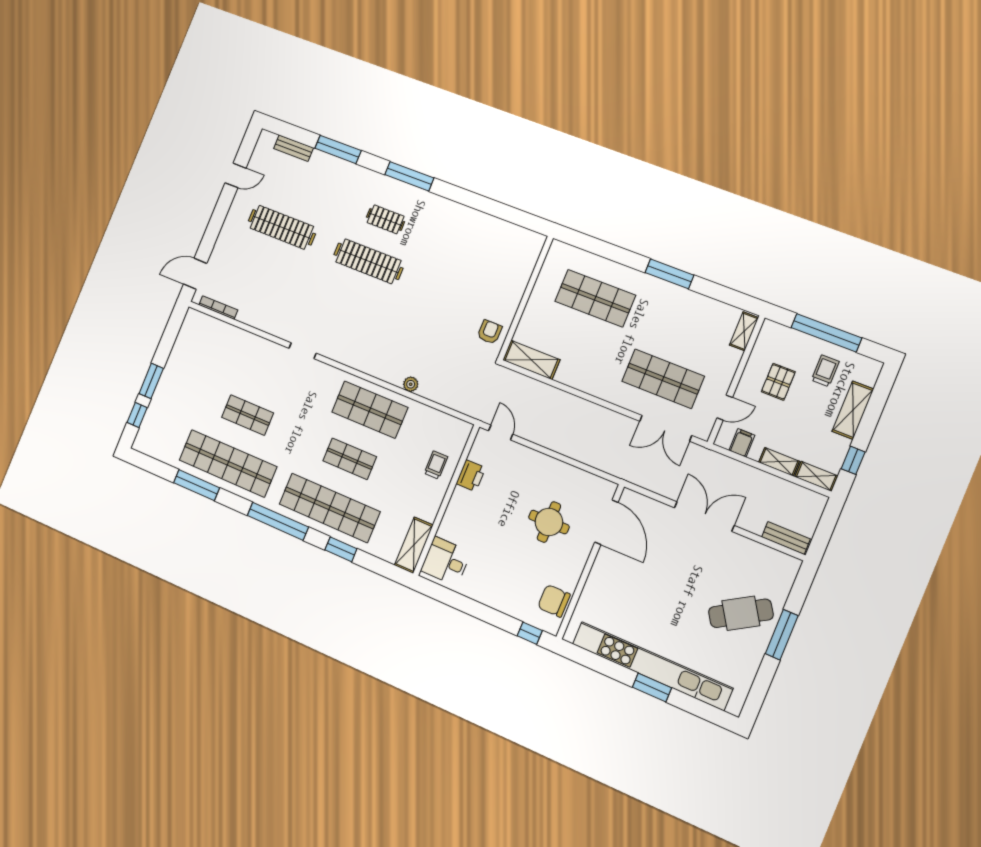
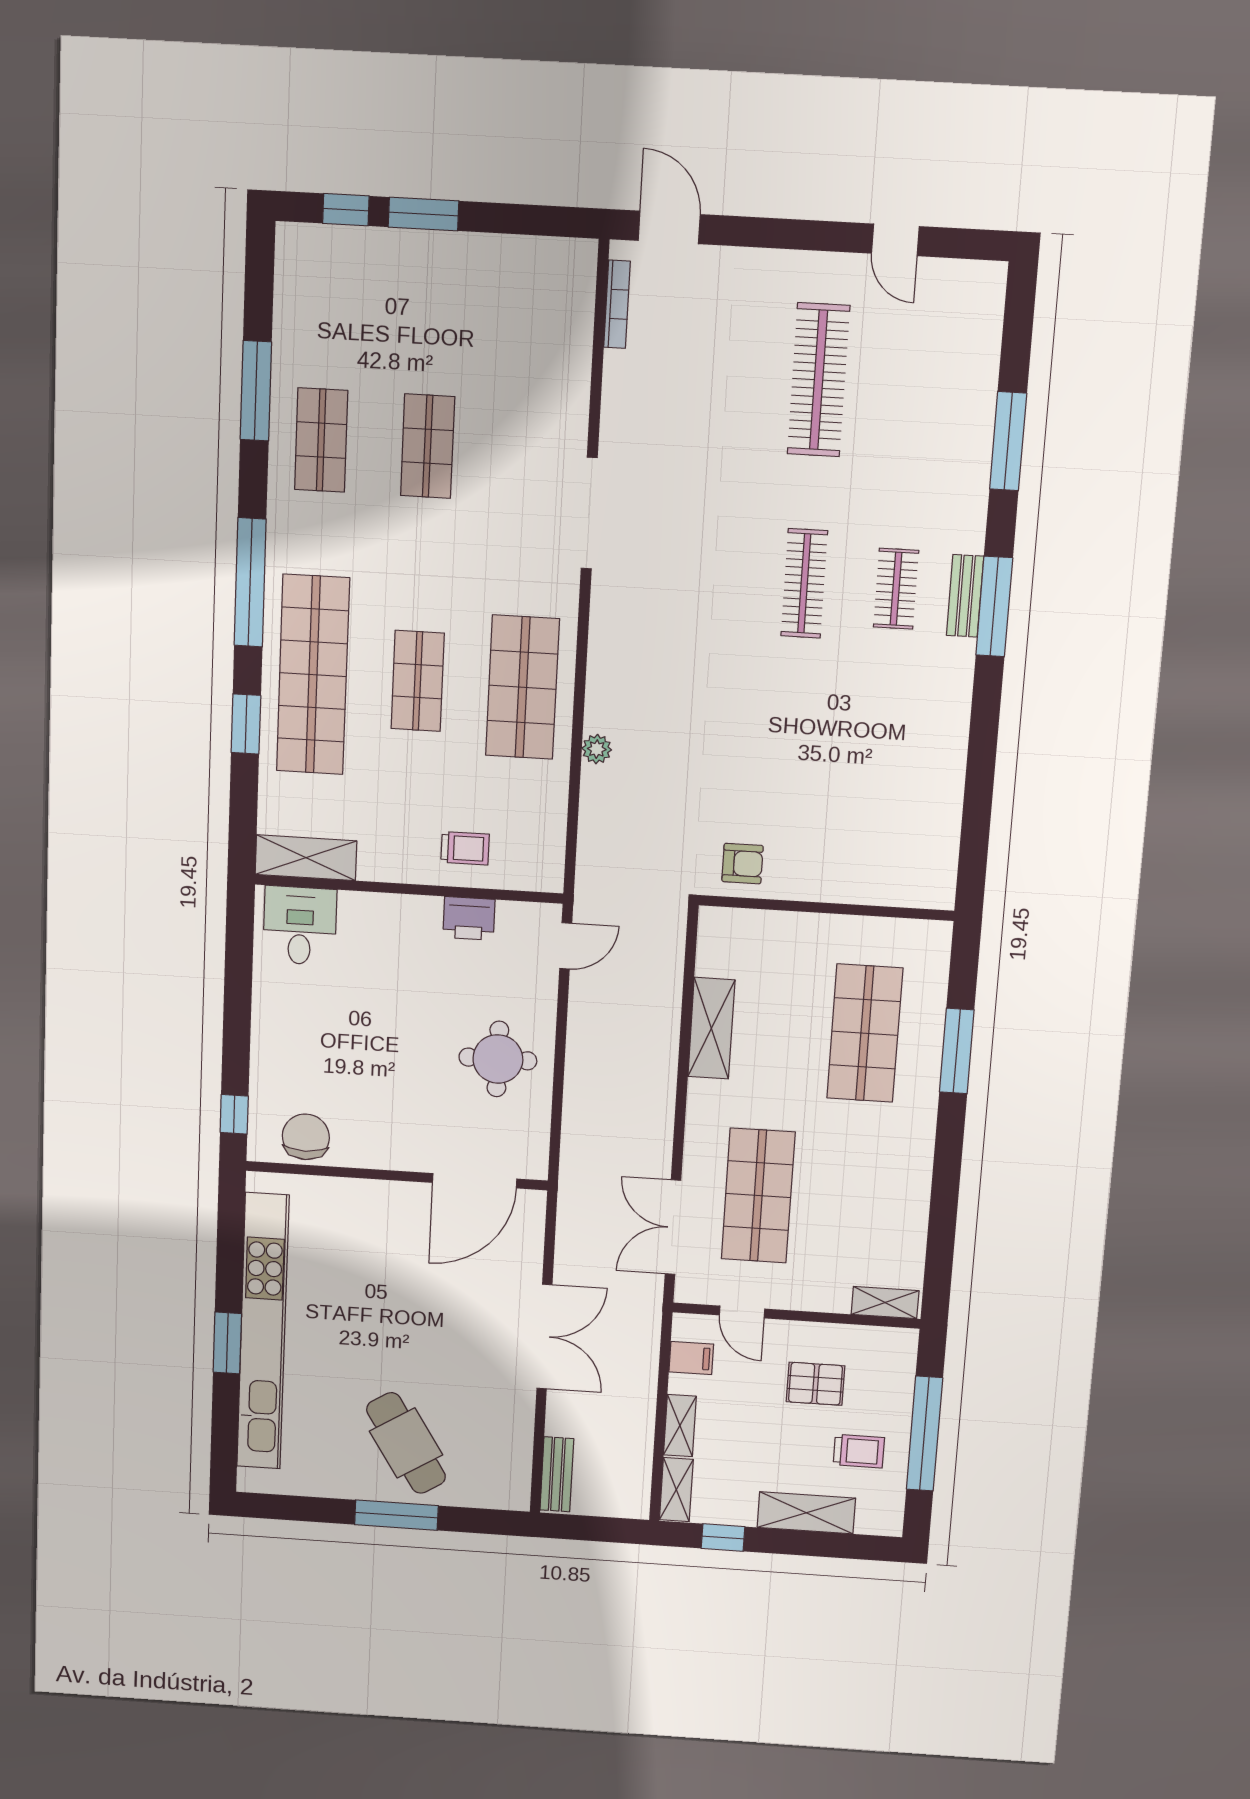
bench: (294, 148) -> (965, 596), moved
clothes rail: (368, 261) -> (804, 583), width x0.73, depth x0.76
window: (669, 274) -> (957, 1051), moved
doorway: (303, 351) -> (589, 513), width x1.87
shelving: (531, 360) -> (711, 1028), moved
shop shelf: (228, 463) -> (321, 440), width x0.50, depth x0.74
round table: (549, 522) -> (498, 1059), moved

